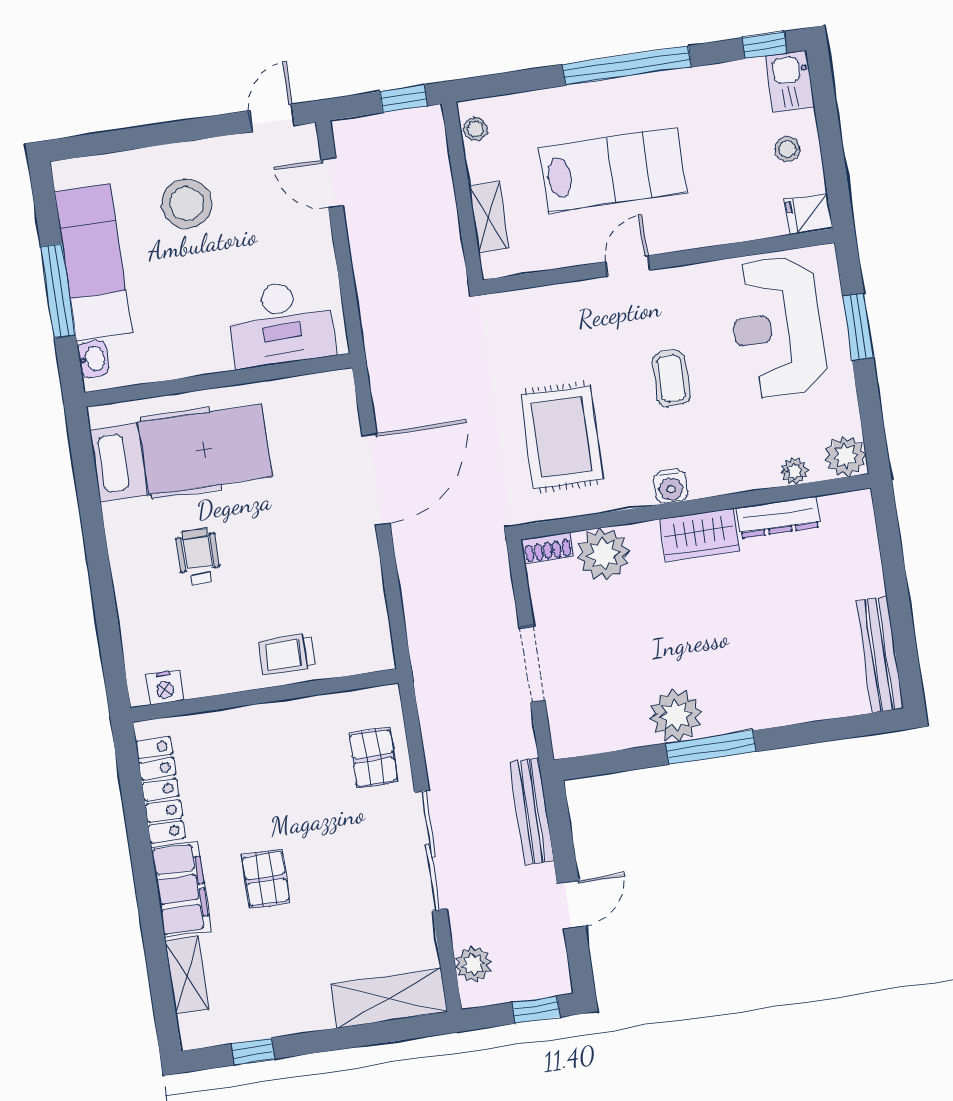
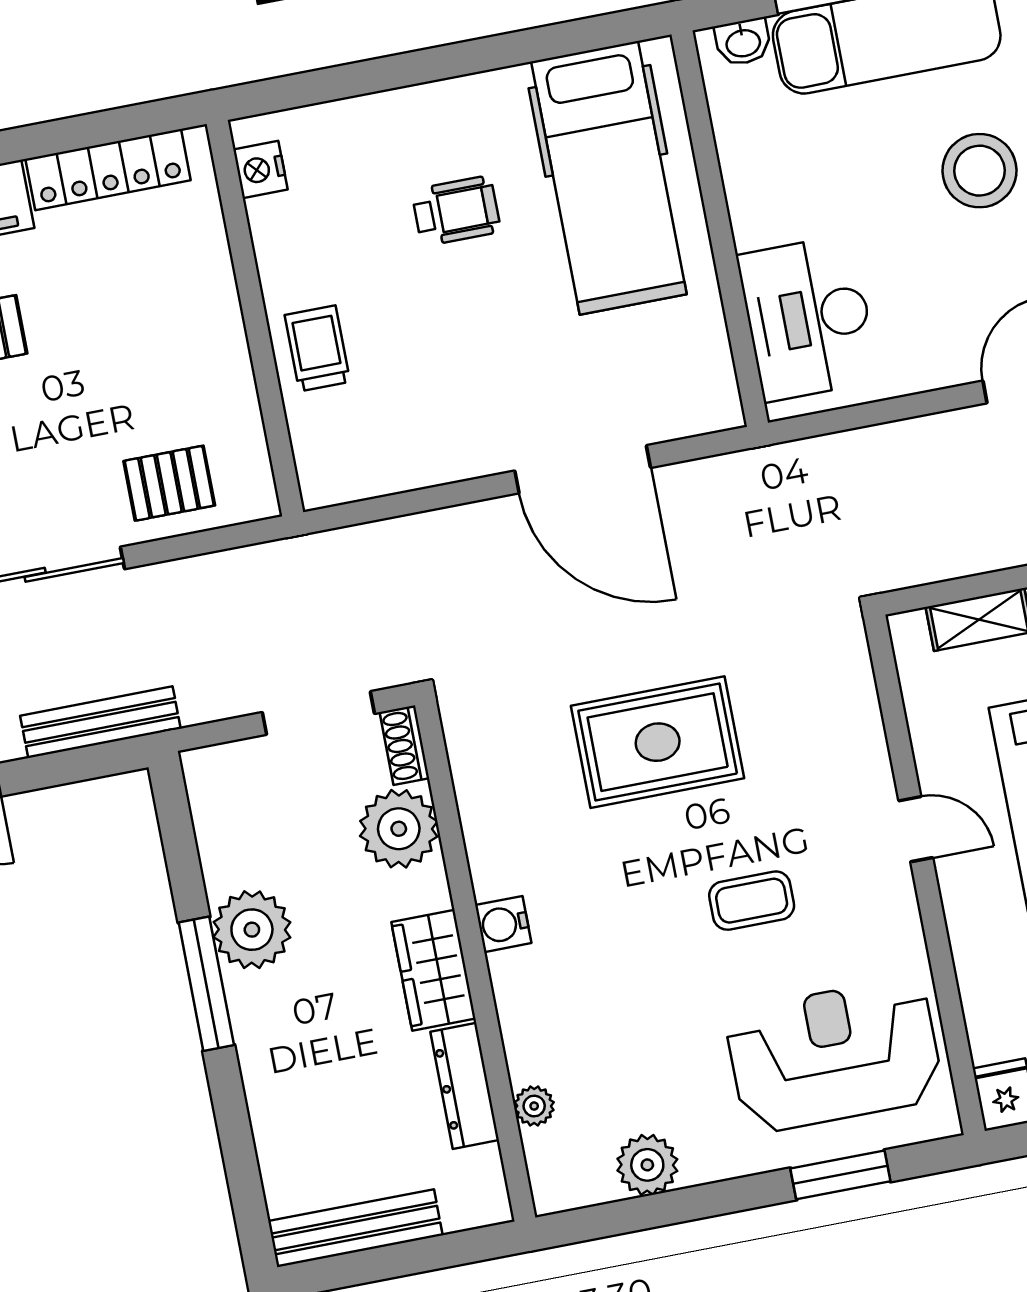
plant: (794, 471) -> (534, 1106), moved
water cooler: (671, 487) -> (503, 924), moved
wall: (695, 507) -> (475, 961), moved
dresser: (778, 517) -> (465, 1086), moved
wardrobe: (700, 535) -> (433, 970), moved
shoe rack: (547, 548) -> (404, 745), moved
plant: (603, 554) -> (399, 829), moved

